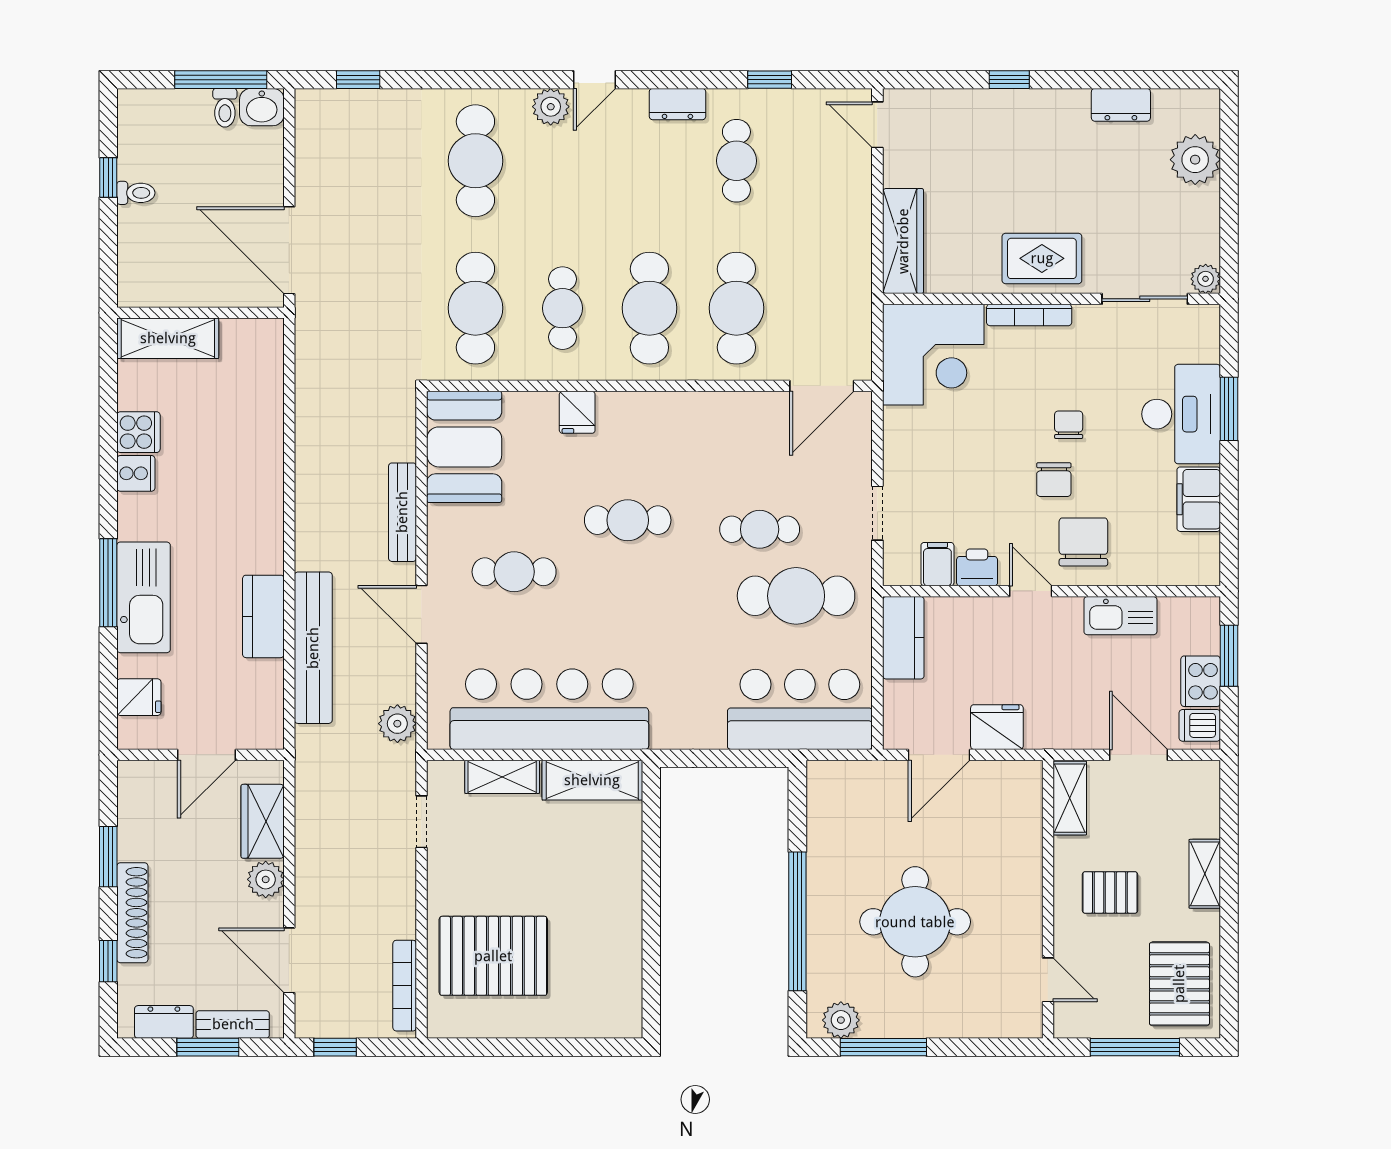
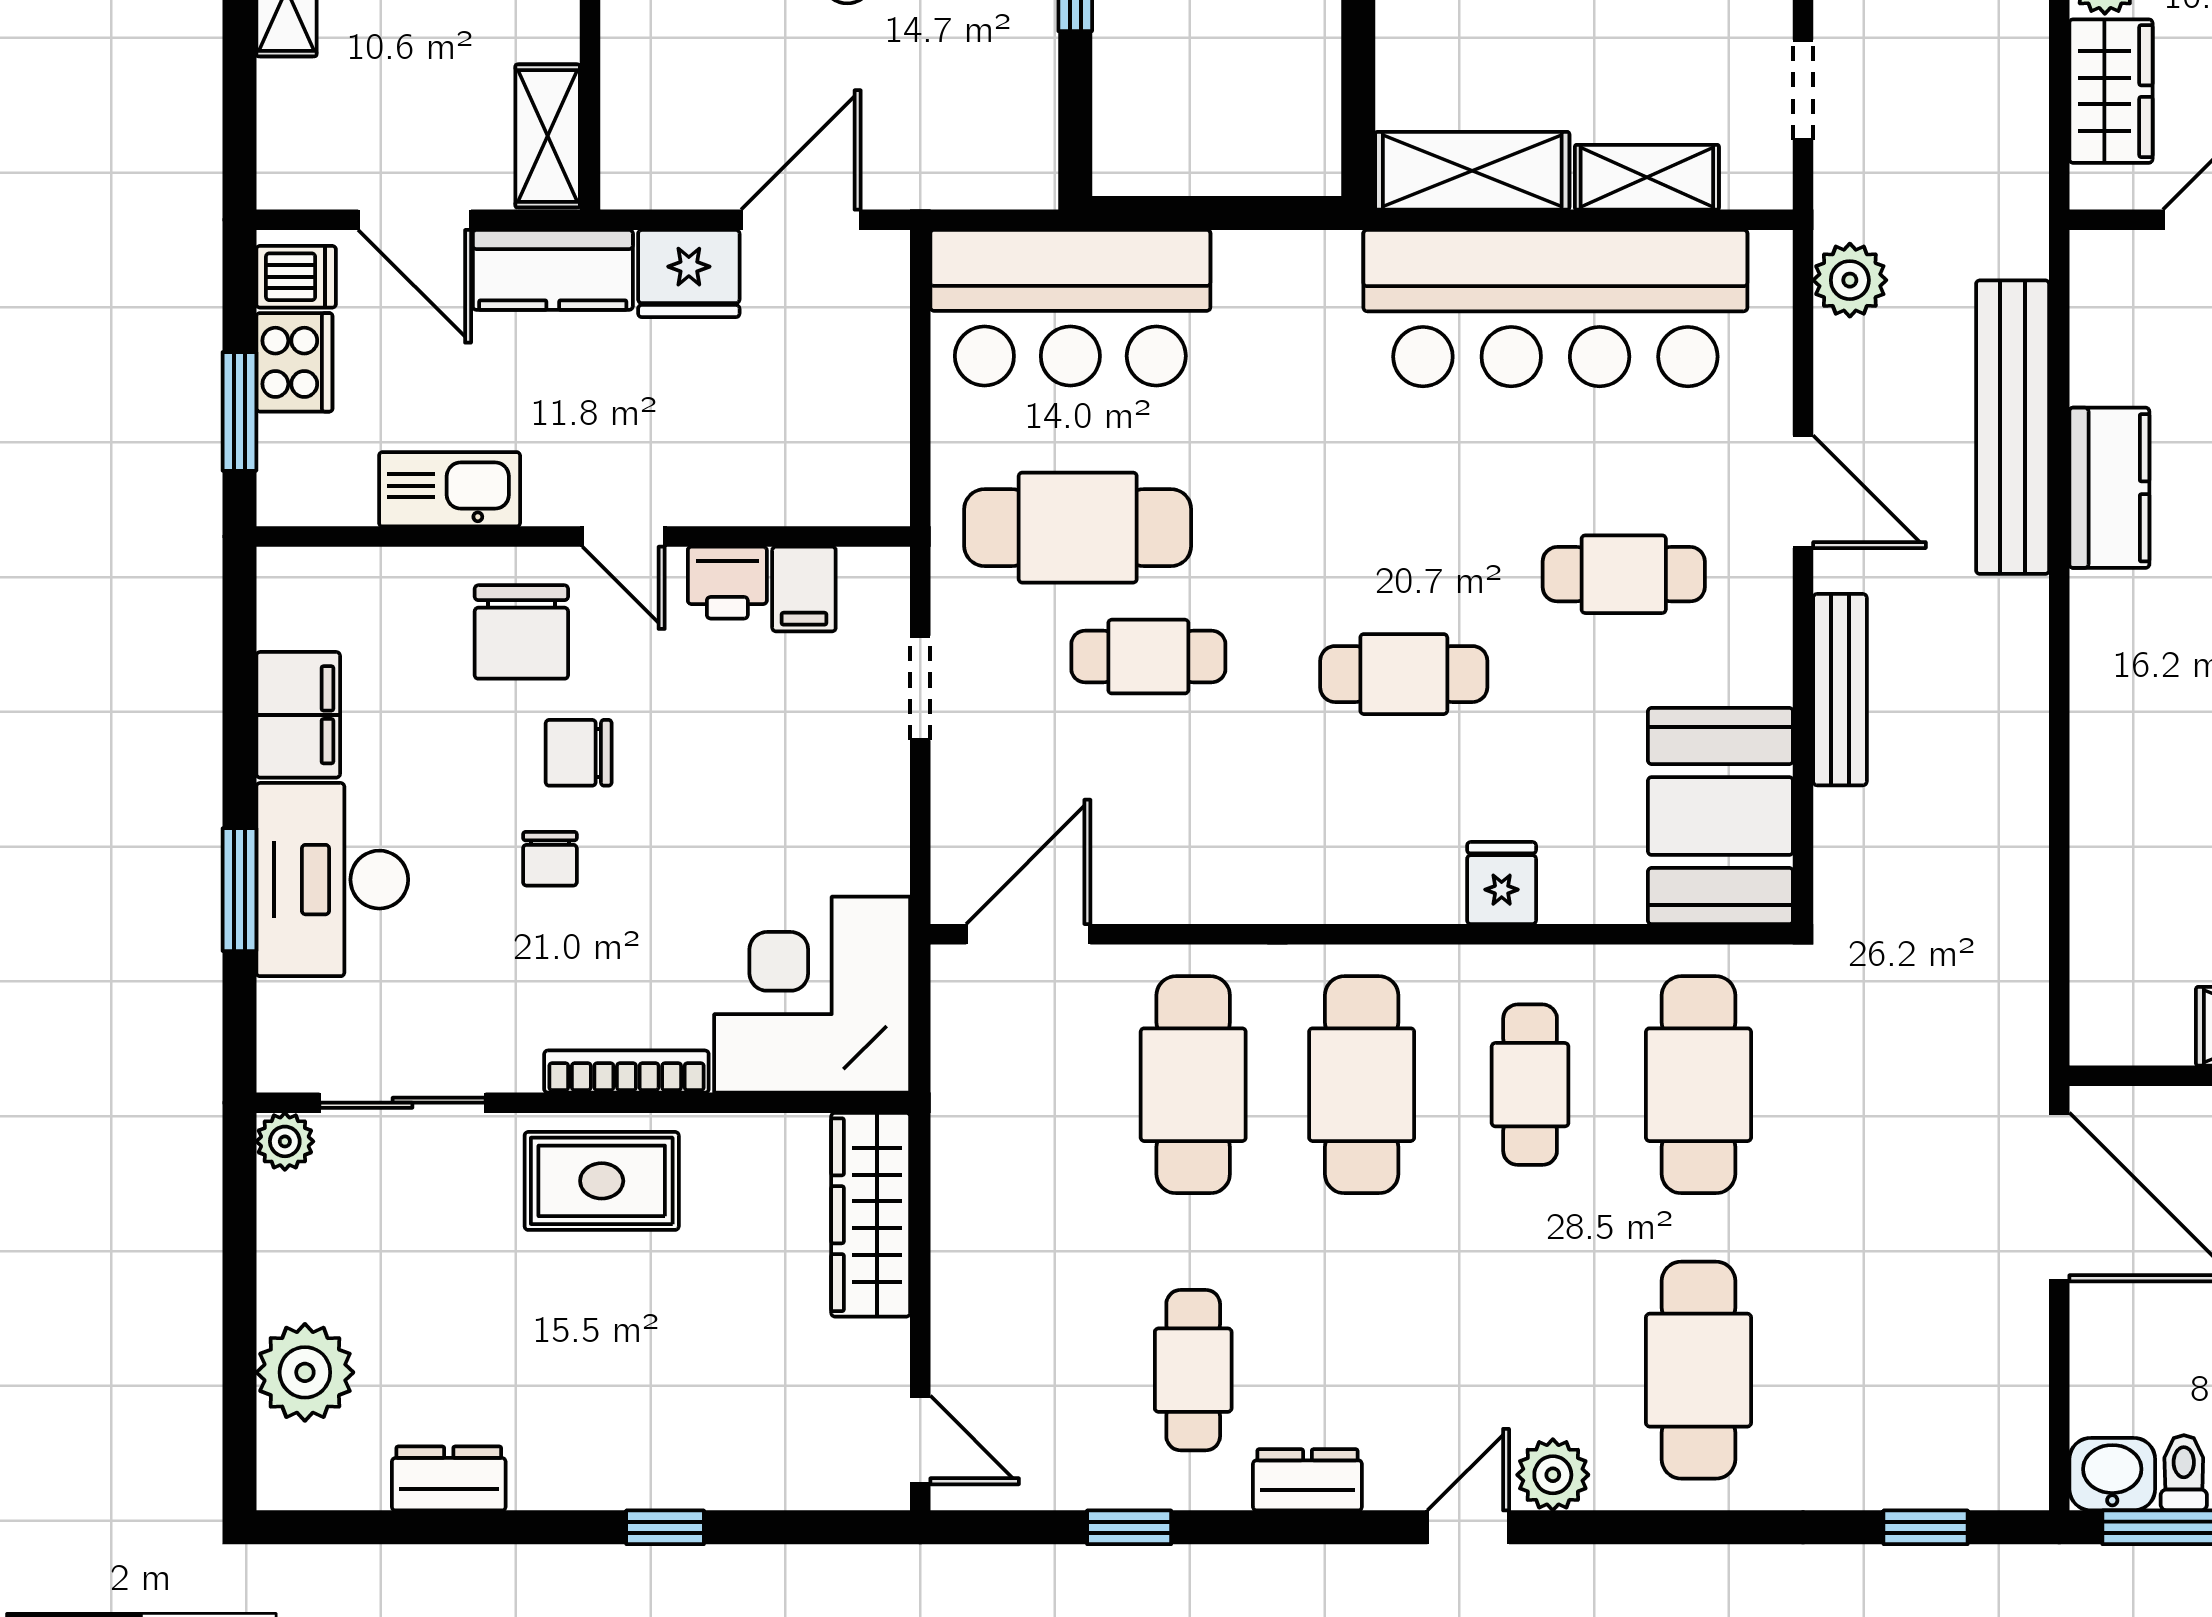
chair: (1054, 480) -> (579, 753), turned -90
kitchen counter: (903, 638) -> (553, 270), moved, turned -90

